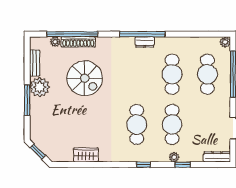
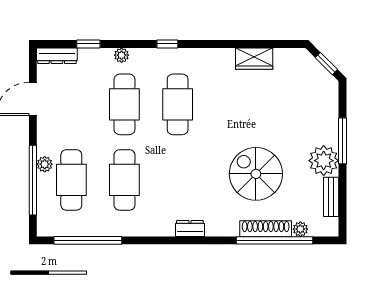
window: (142, 34) -> (88, 240), moved
dresser: (145, 42) -> (190, 228), moved
plant: (225, 42) -> (45, 164), moved
window: (183, 165) -> (88, 44), moved

